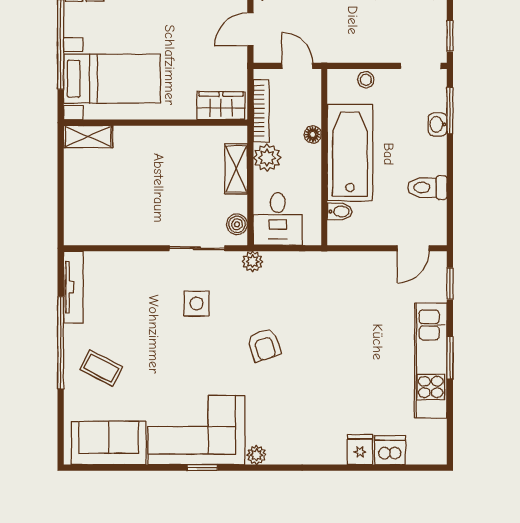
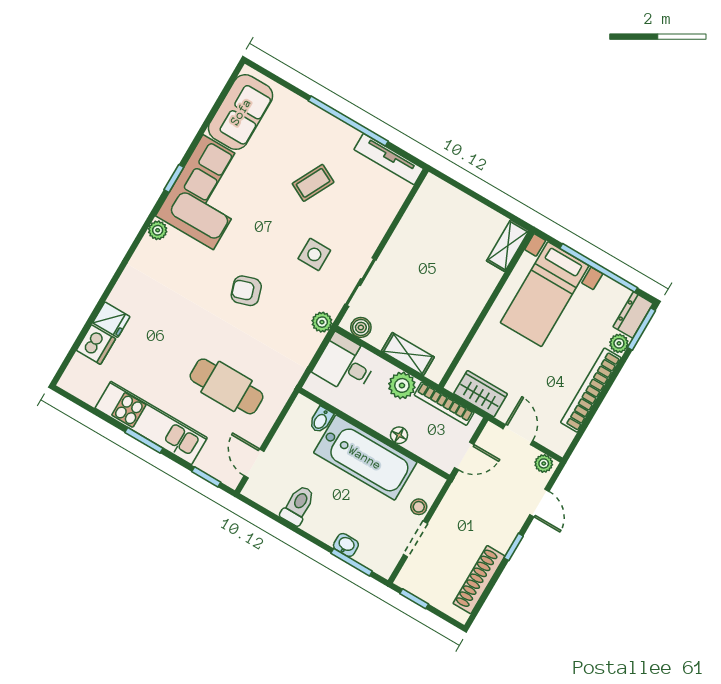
doorway: (421, 66) -> (415, 539), moved
wardrobe: (221, 106) -> (481, 394), moved, turned -90
cafe table: (359, 313) -> (227, 386), added
coffee table: (101, 368) -> (313, 183), moved

